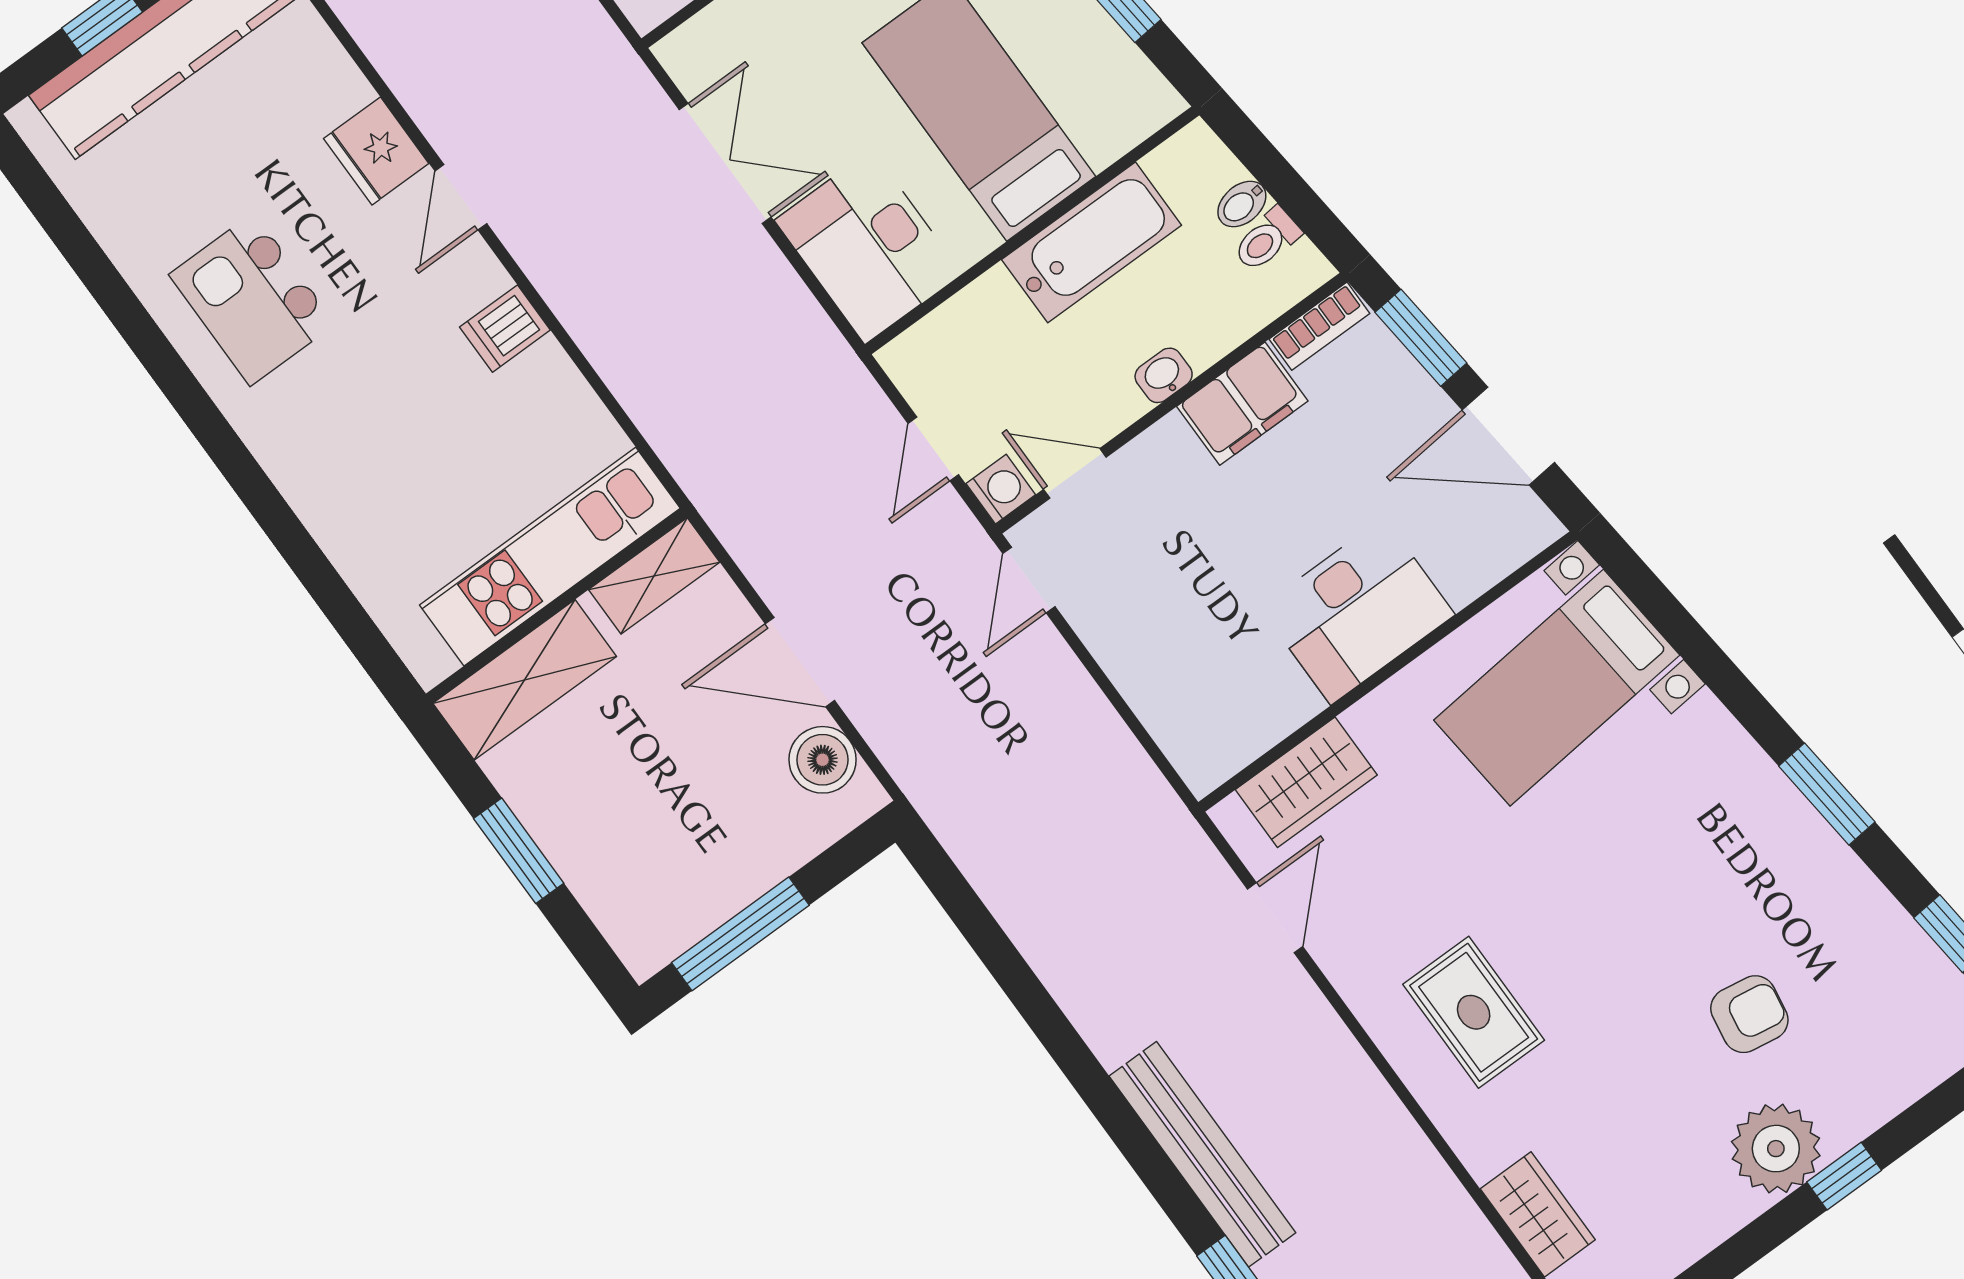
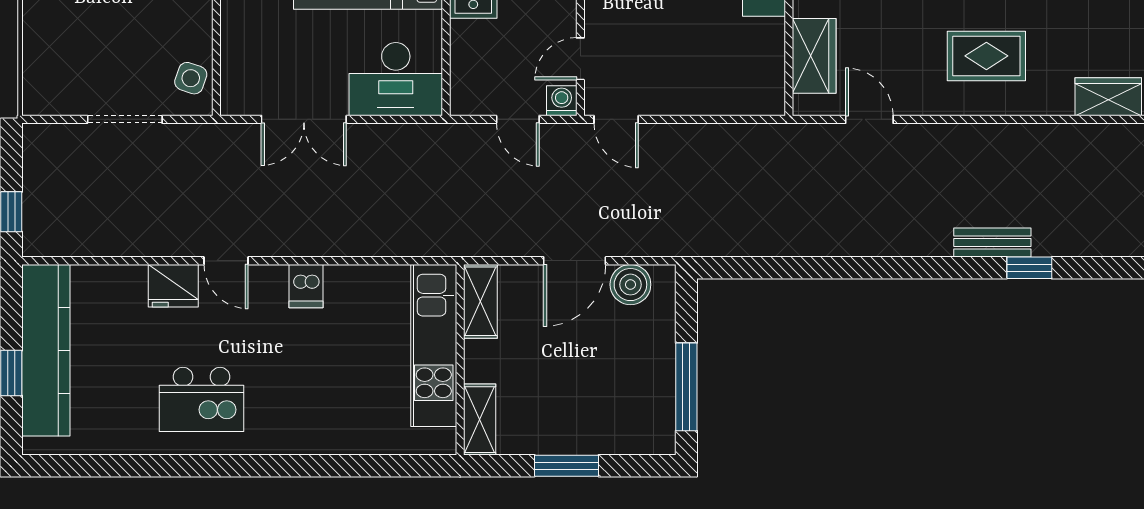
double door: (725, 163) -> (304, 119), swing flipped
shelving: (525, 680) -> (480, 420), width x0.67, depth x0.75
bench: (1202, 1154) -> (992, 243), width x0.54, depth x0.82

